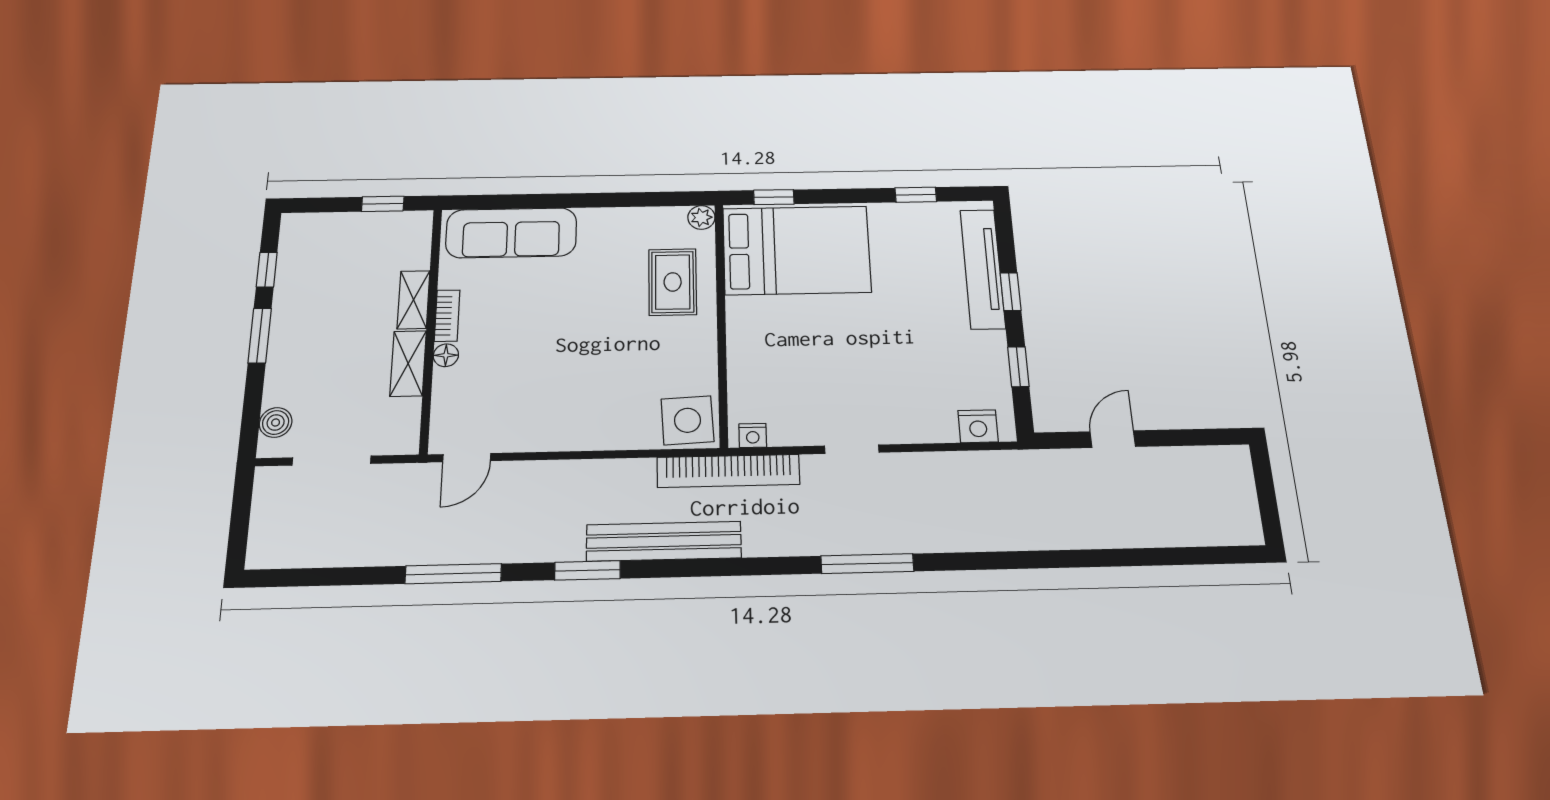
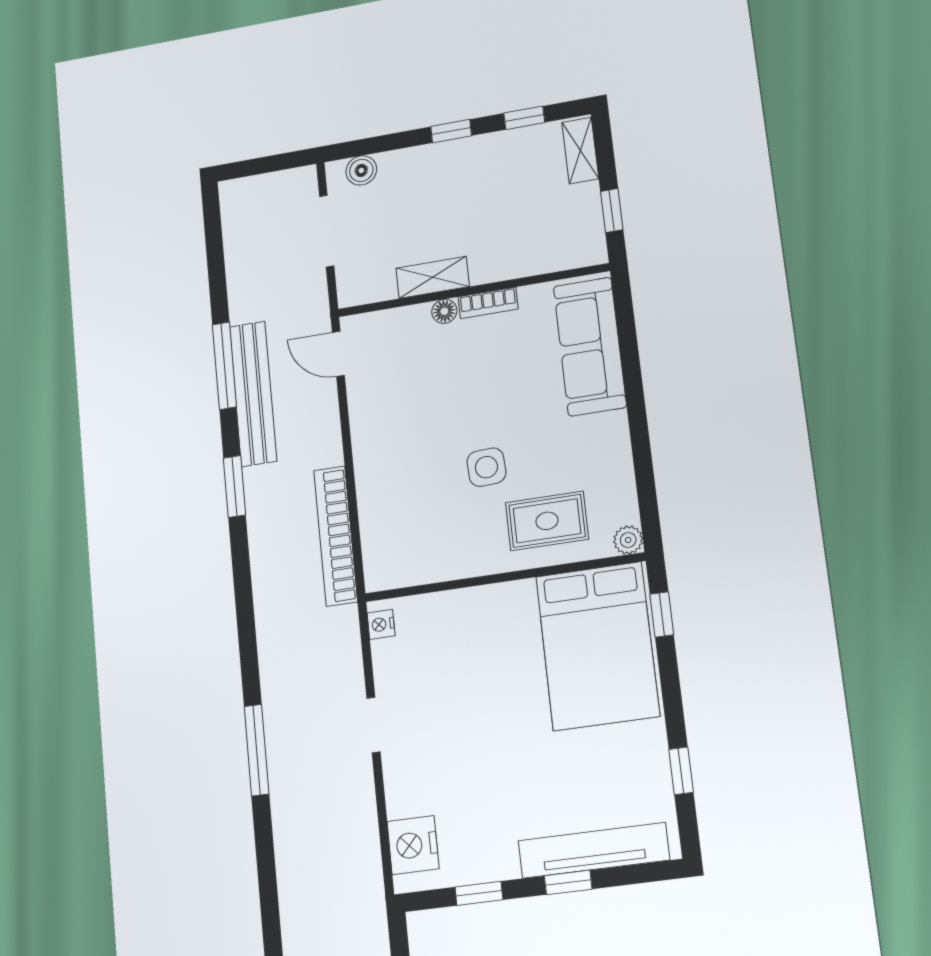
shelving: (414, 300) -> (580, 151), moved, turned 90
window: (260, 335) -> (451, 131), width x0.67
side table: (687, 420) -> (486, 467), moved, width x0.73, depth x0.73
nightstand: (978, 426) -> (413, 845), width x1.36, depth x1.33
bookcase: (728, 471) -> (336, 536), moved
bench: (664, 541) -> (253, 394), moved

